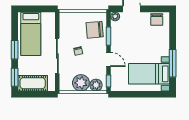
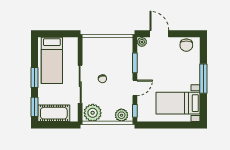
chair: (95, 30) -> (120, 56), removed
door: (109, 59) -> (135, 88), hinge flipped
window: (173, 63) -> (203, 79), moved
plant: (81, 83) -> (93, 113), moved

